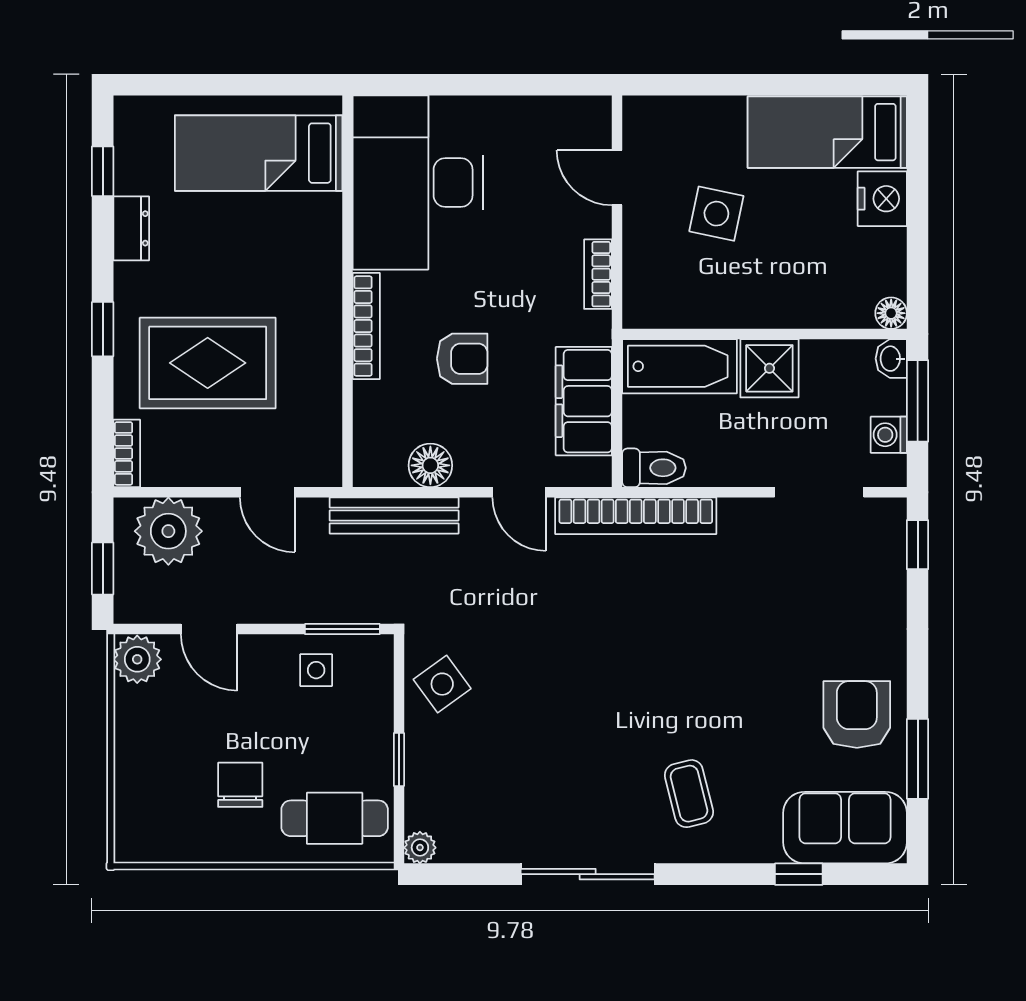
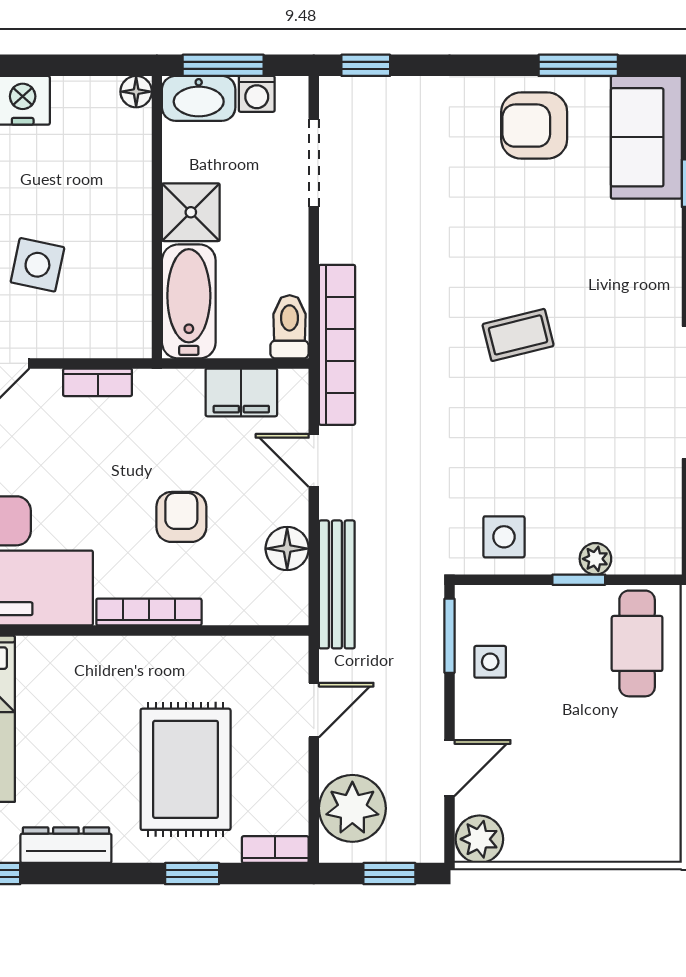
dresser: (131, 228) -> (66, 845), width x1.44
window: (103, 329) -> (192, 874), moved
washbasin: (891, 359) -> (199, 98), width x1.91, depth x1.45
filing cabinet: (584, 401) -> (241, 392), width x0.67, depth x0.86
door: (519, 492) -> (314, 460), swing flipped
side table: (442, 684) -> (504, 537), turned 36
chair: (240, 785) -> (604, 737), removed
coffee table: (689, 794) -> (518, 335), moved
plant: (420, 848) -> (595, 559), moved

